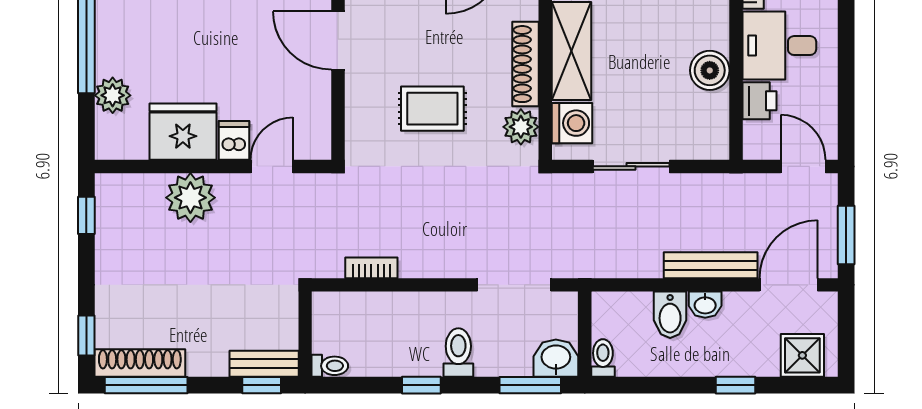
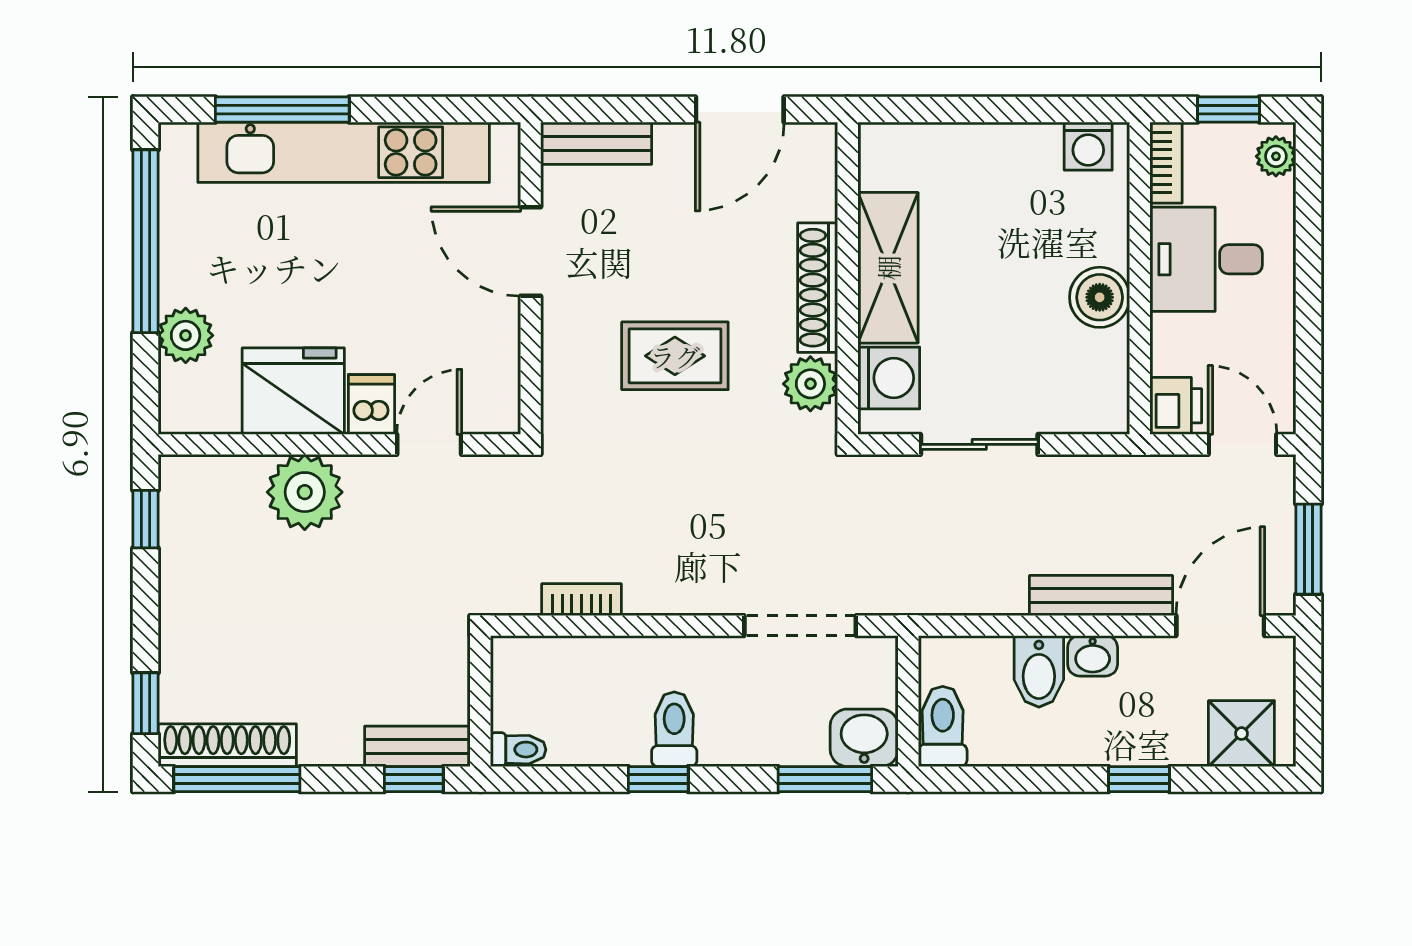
printer: (759, 101) -> (1176, 406), moved
toilet: (458, 353) -> (674, 729), moved
toilet: (603, 358) -> (943, 726), width x1.37, depth x1.39

